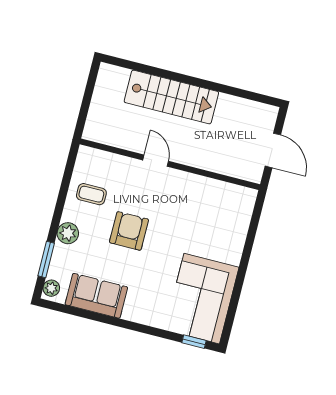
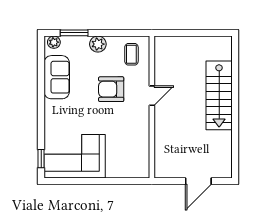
door: (156, 161) -> (152, 96), moved
wall: (170, 164) -> (152, 107), moved
armchair: (129, 231) -> (111, 89), turned 180

